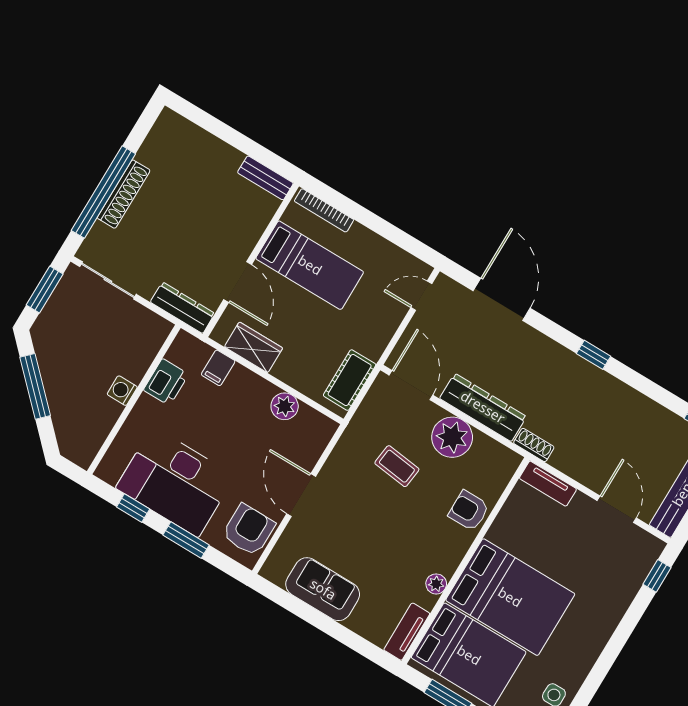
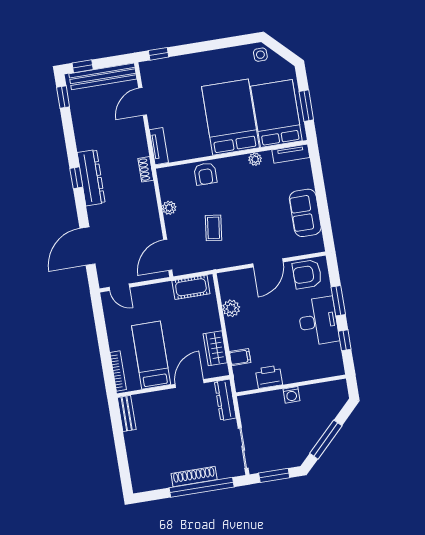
dresser: (483, 407) -> (91, 178), moved, turned 180
plant: (452, 437) -> (169, 208), width x0.53, depth x0.53
desk: (175, 482) -> (318, 321), width x0.73, depth x0.77

